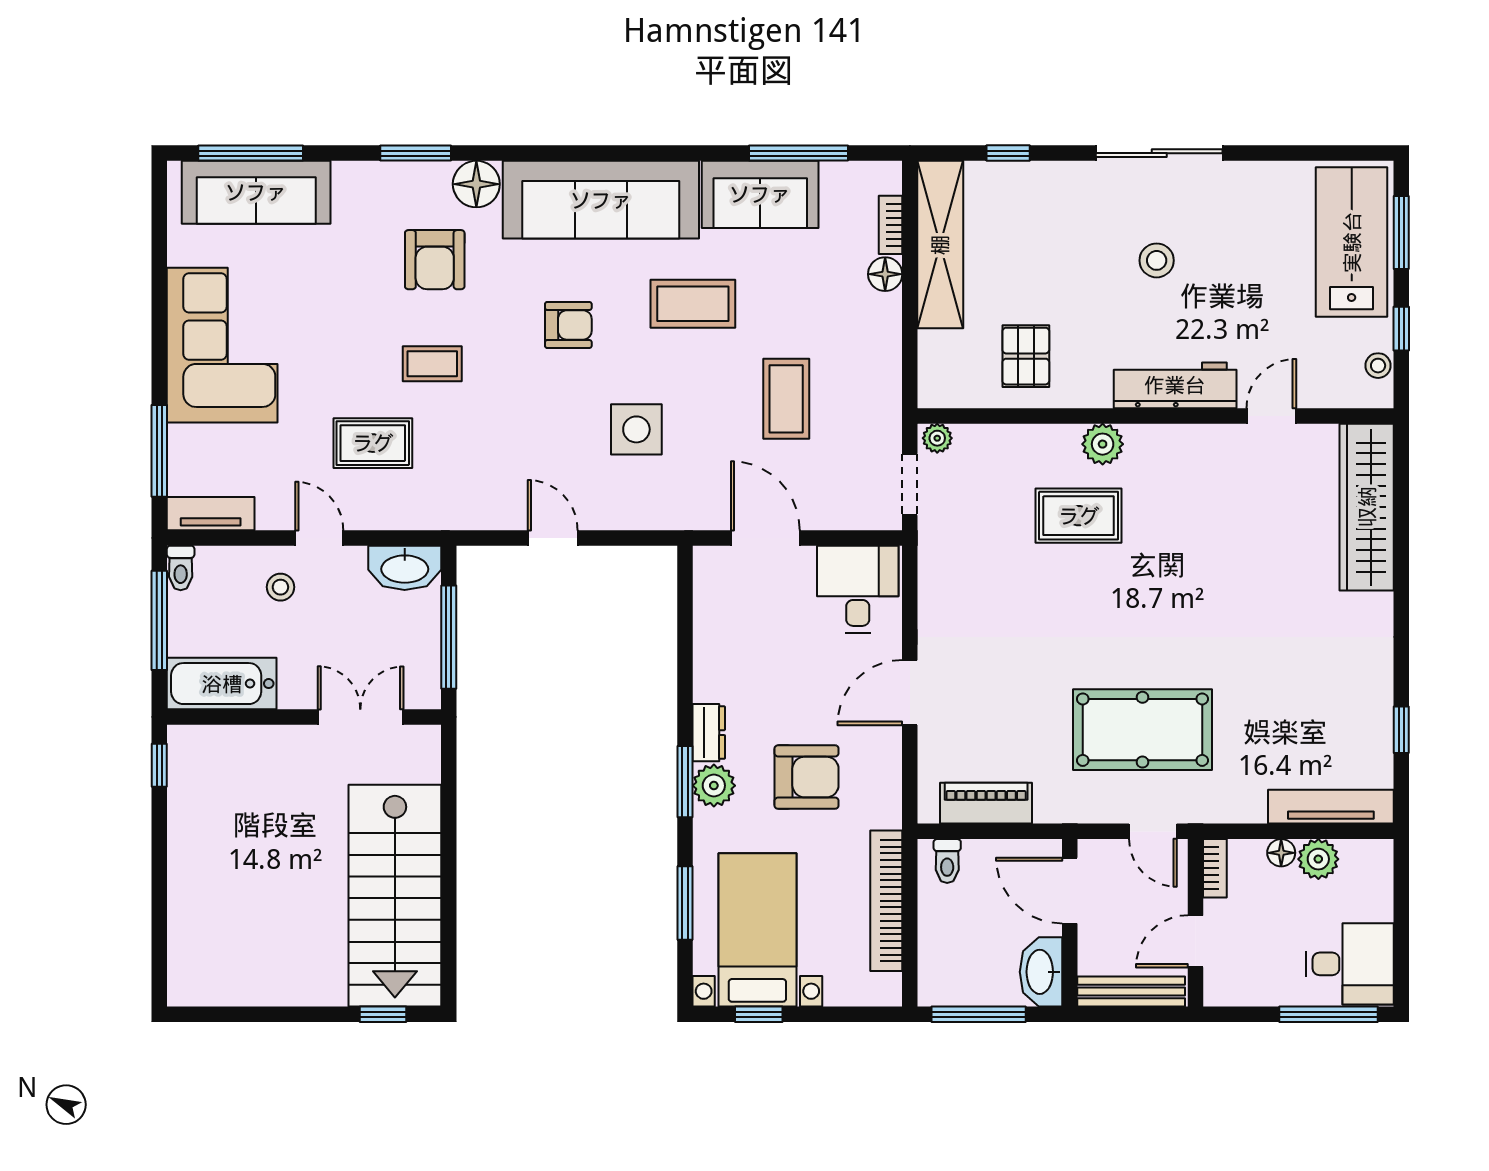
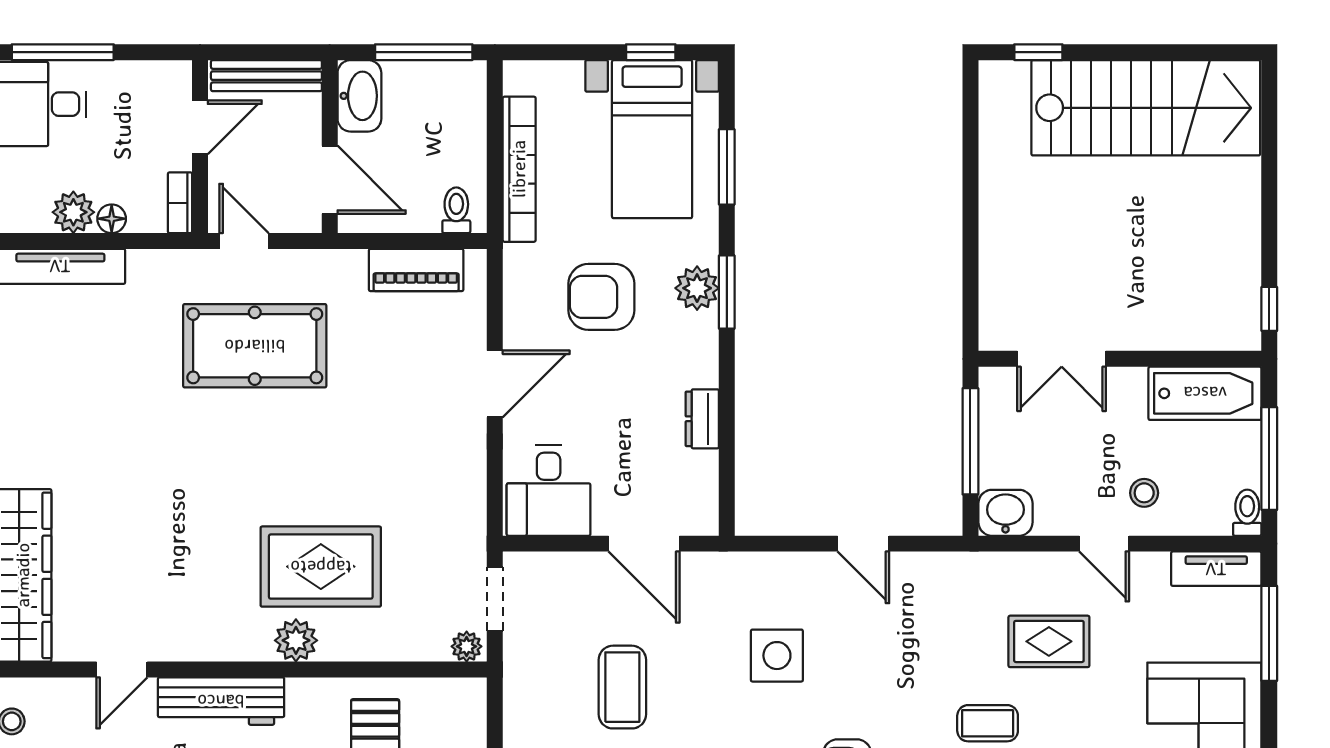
rug: (1079, 516) -> (321, 567), width x1.36, depth x1.43
washbasin: (405, 568) -> (1005, 513), width x0.72
dresser: (709, 733) -> (702, 419), moved
stairs: (395, 896) -> (1146, 108), moved, turned 90

